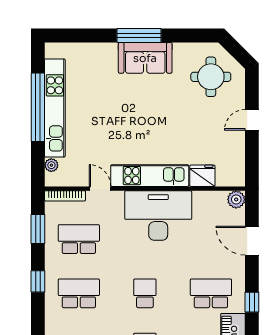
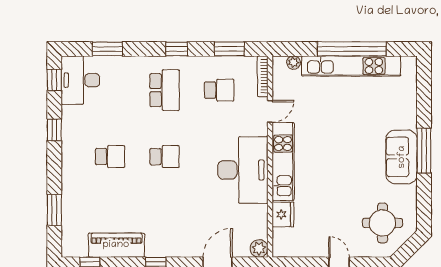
school desk: (79, 239) -> (219, 90), width x0.54
school desk: (211, 293) -> (165, 223), removed

